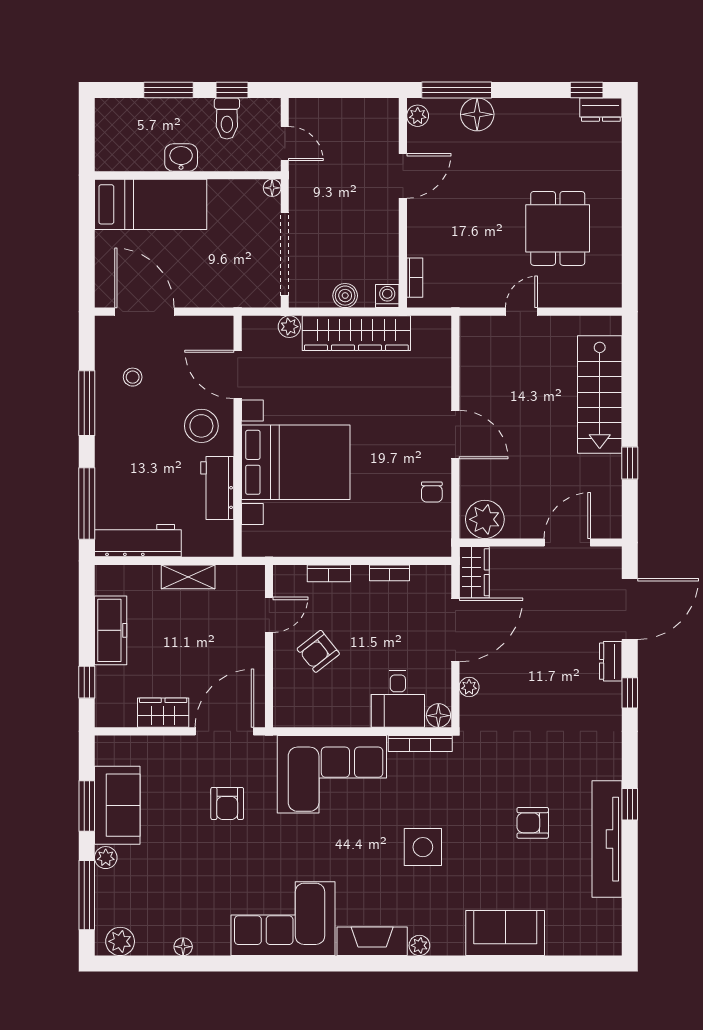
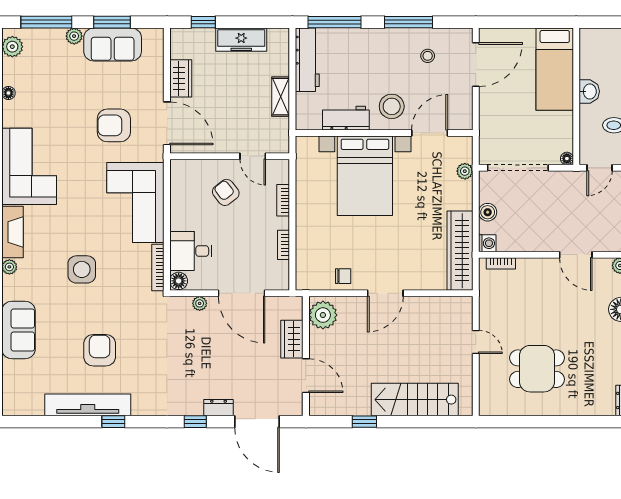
wardrobe: (356, 333) -> (460, 251), moved
chair: (432, 492) -> (343, 276), turned 180
wardrobe: (474, 572) -> (292, 339), moved, turned 90
armchair: (227, 803) -> (114, 125), width x1.38, depth x1.38
armchair: (533, 823) -> (100, 350), width x1.38, depth x1.38

